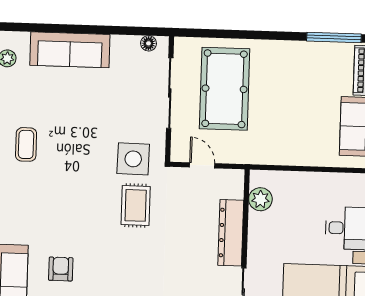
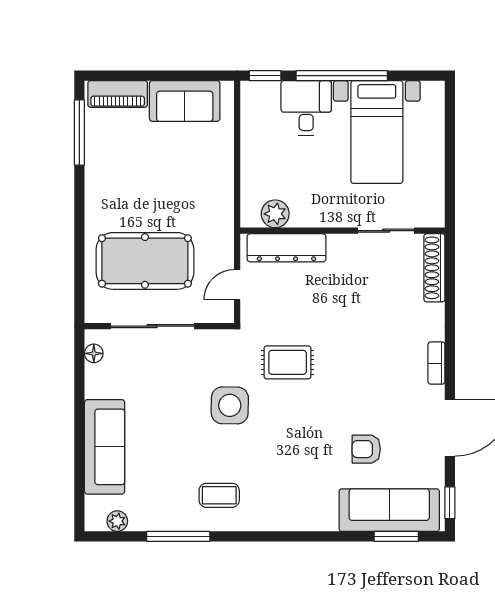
side table: (133, 159) -> (230, 405), moved
dresser: (231, 233) -> (287, 248), moved

